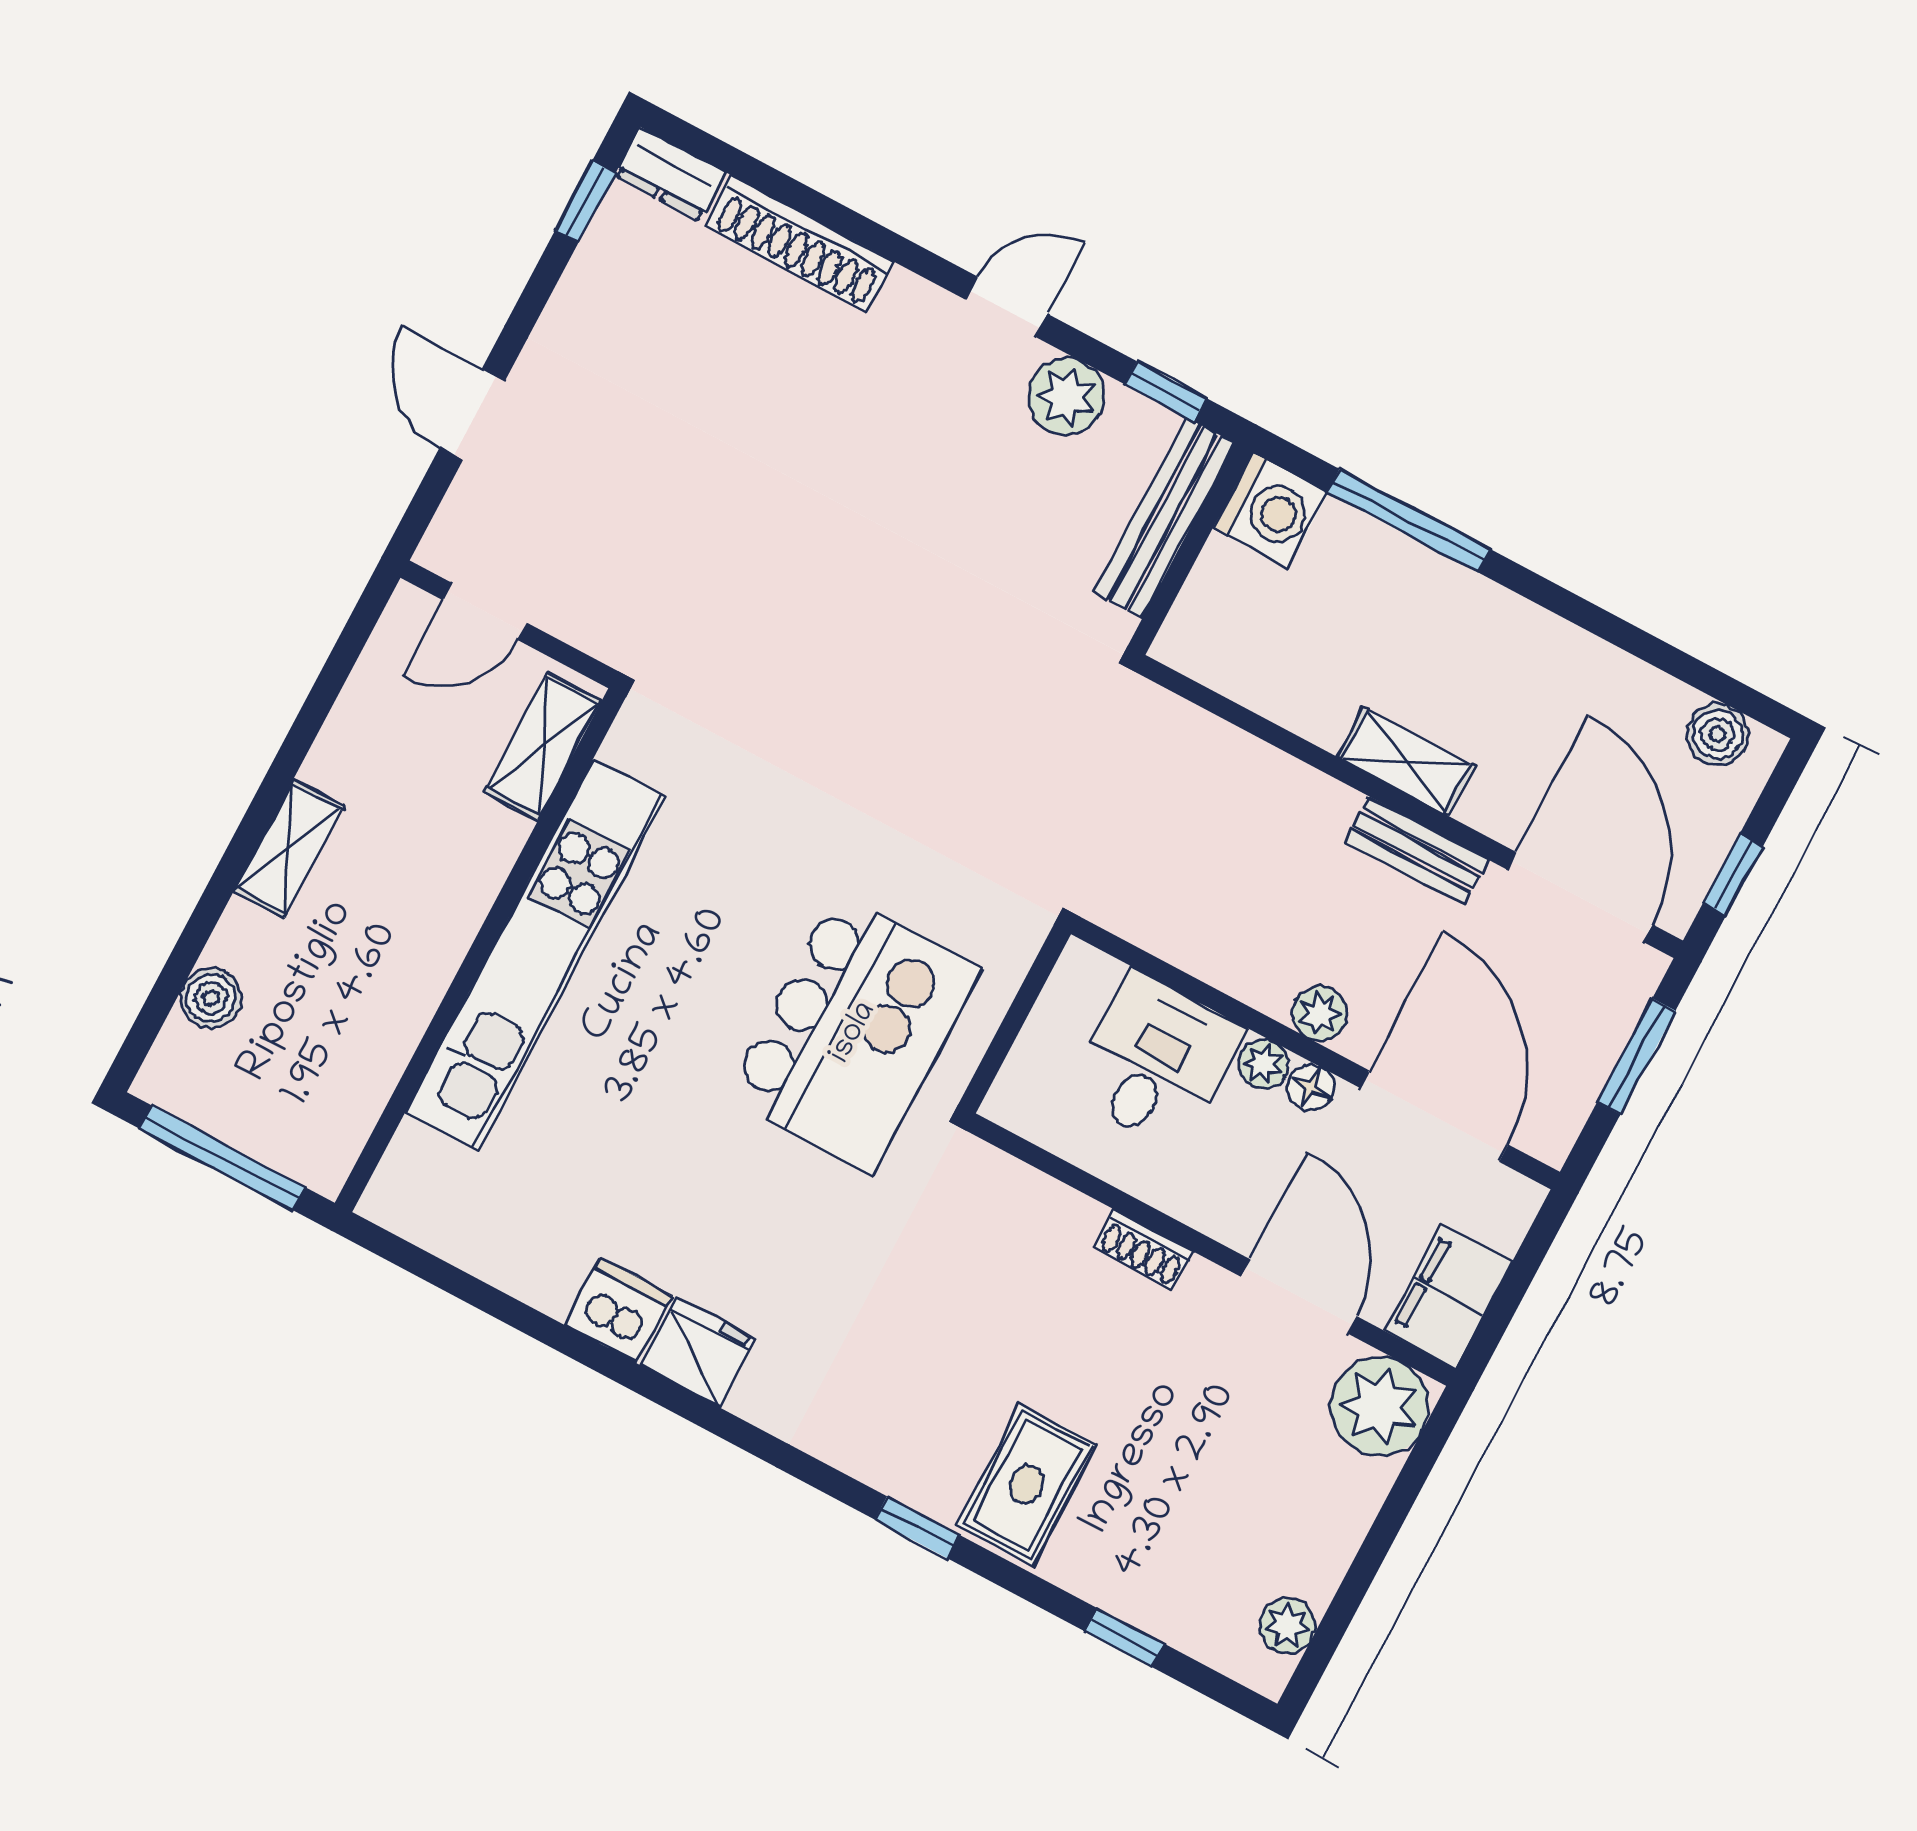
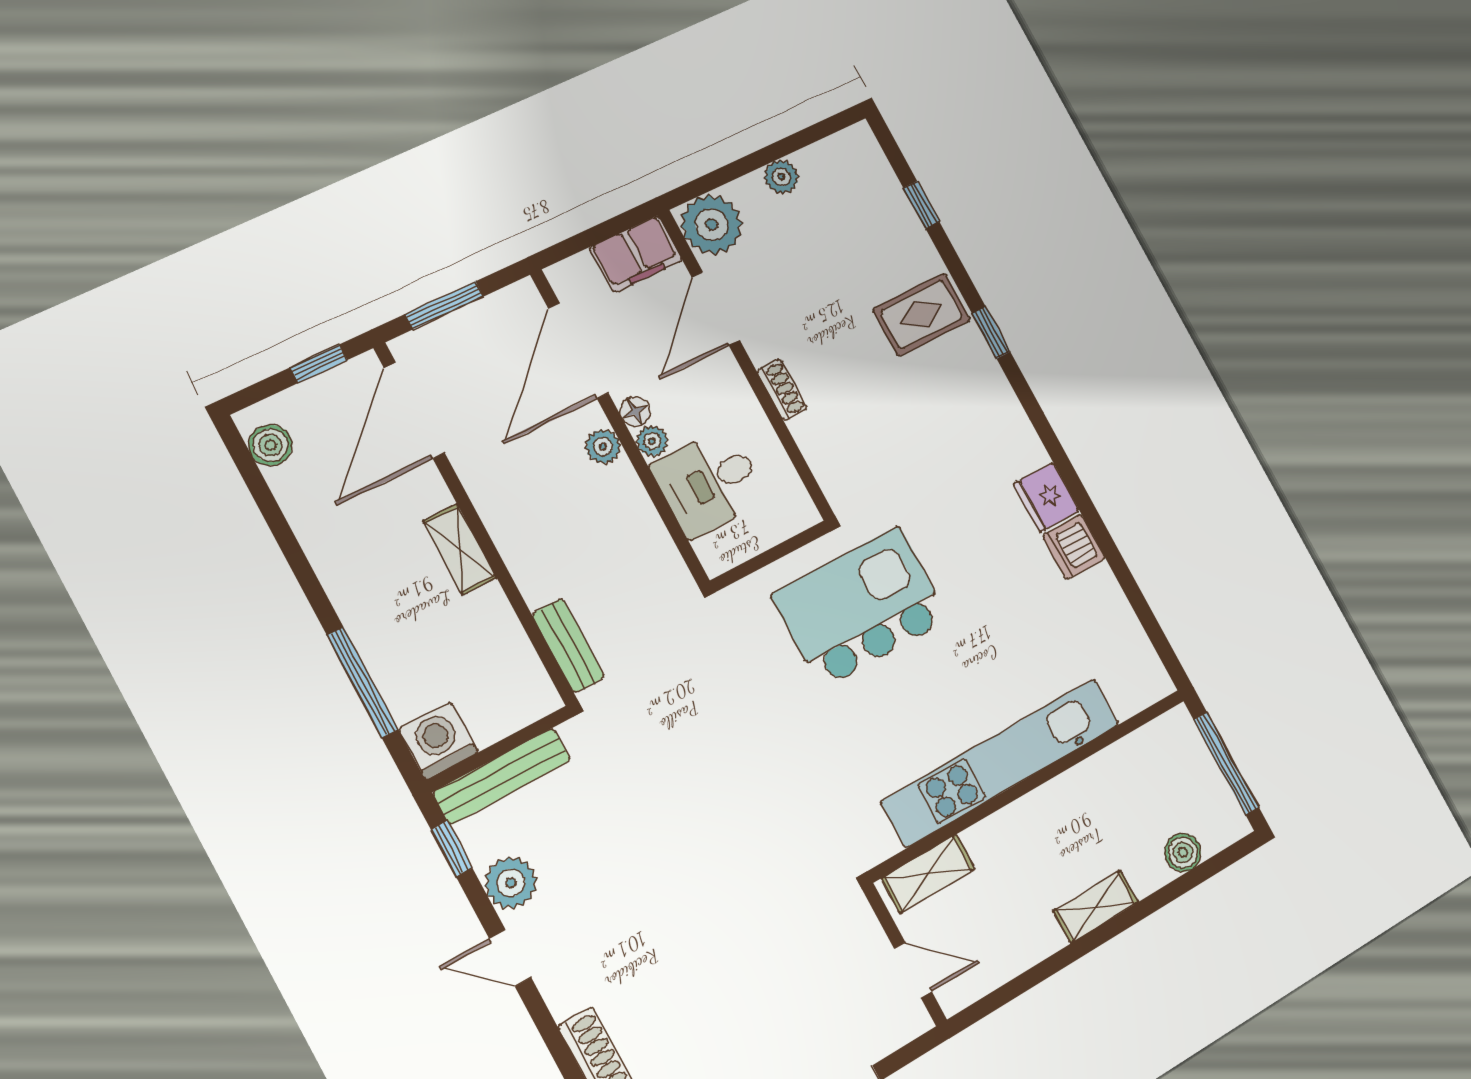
bench: (1416, 851) -> (568, 646), moved
plant: (1287, 1626) -> (781, 177), moved

